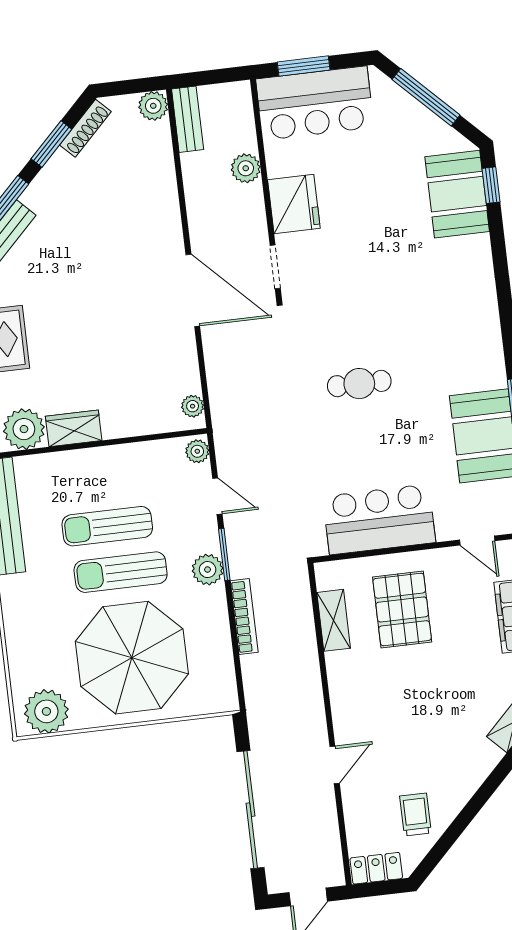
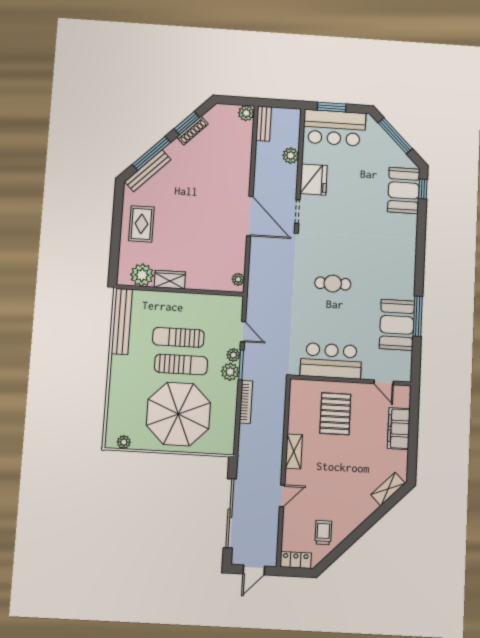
shoe rack: (85, 128) -> (193, 131), moved
plant: (197, 451) -> (233, 355), moved
sun lounger: (121, 572) -> (181, 364), turned 180
shelving: (334, 620) -> (294, 451), moved
plant: (46, 711) -> (124, 442), width x0.53, depth x0.53

